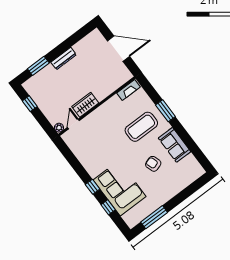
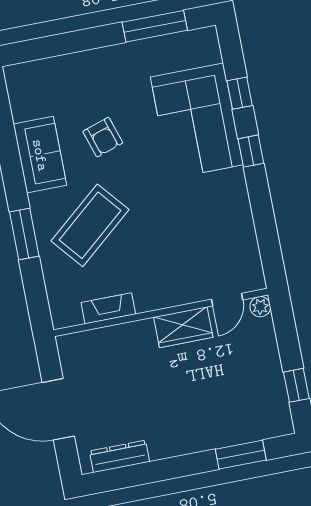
dresser: (64, 58) -> (120, 456), moved
fireplace: (129, 90) -> (108, 308), moved
coffee table: (141, 127) -> (90, 225), turned -40

